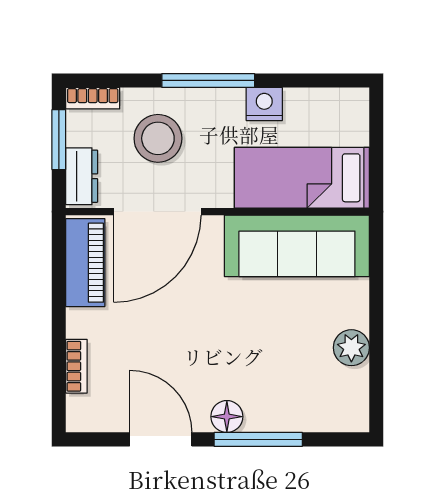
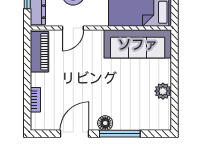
door: (157, 212) -> (73, 28), width x0.53
door: (161, 439) -> (75, 134), hinge flipped

